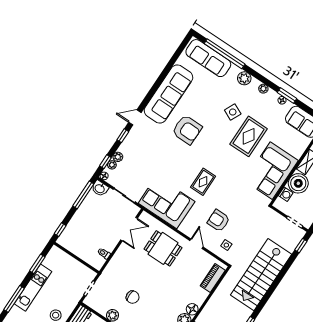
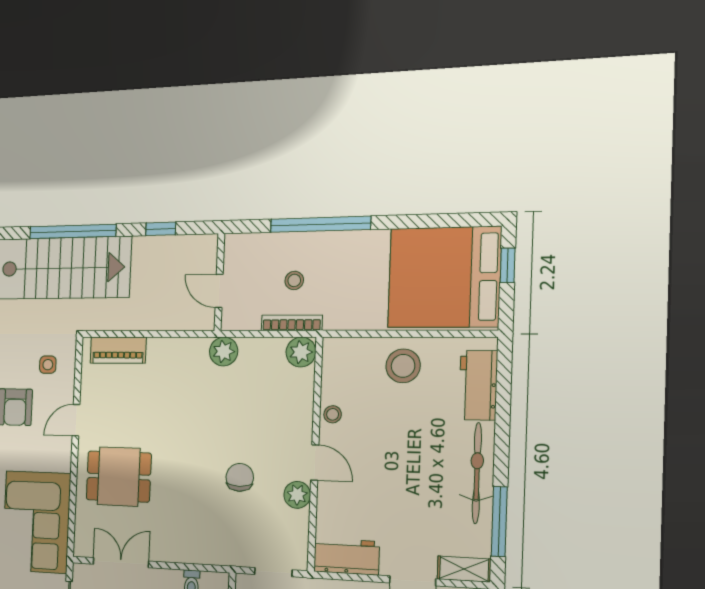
dining table: (163, 248) -> (119, 476), turned 90
window: (273, 288) -> (73, 231), added
floor lamp: (192, 309) -> (196, 350), removed

